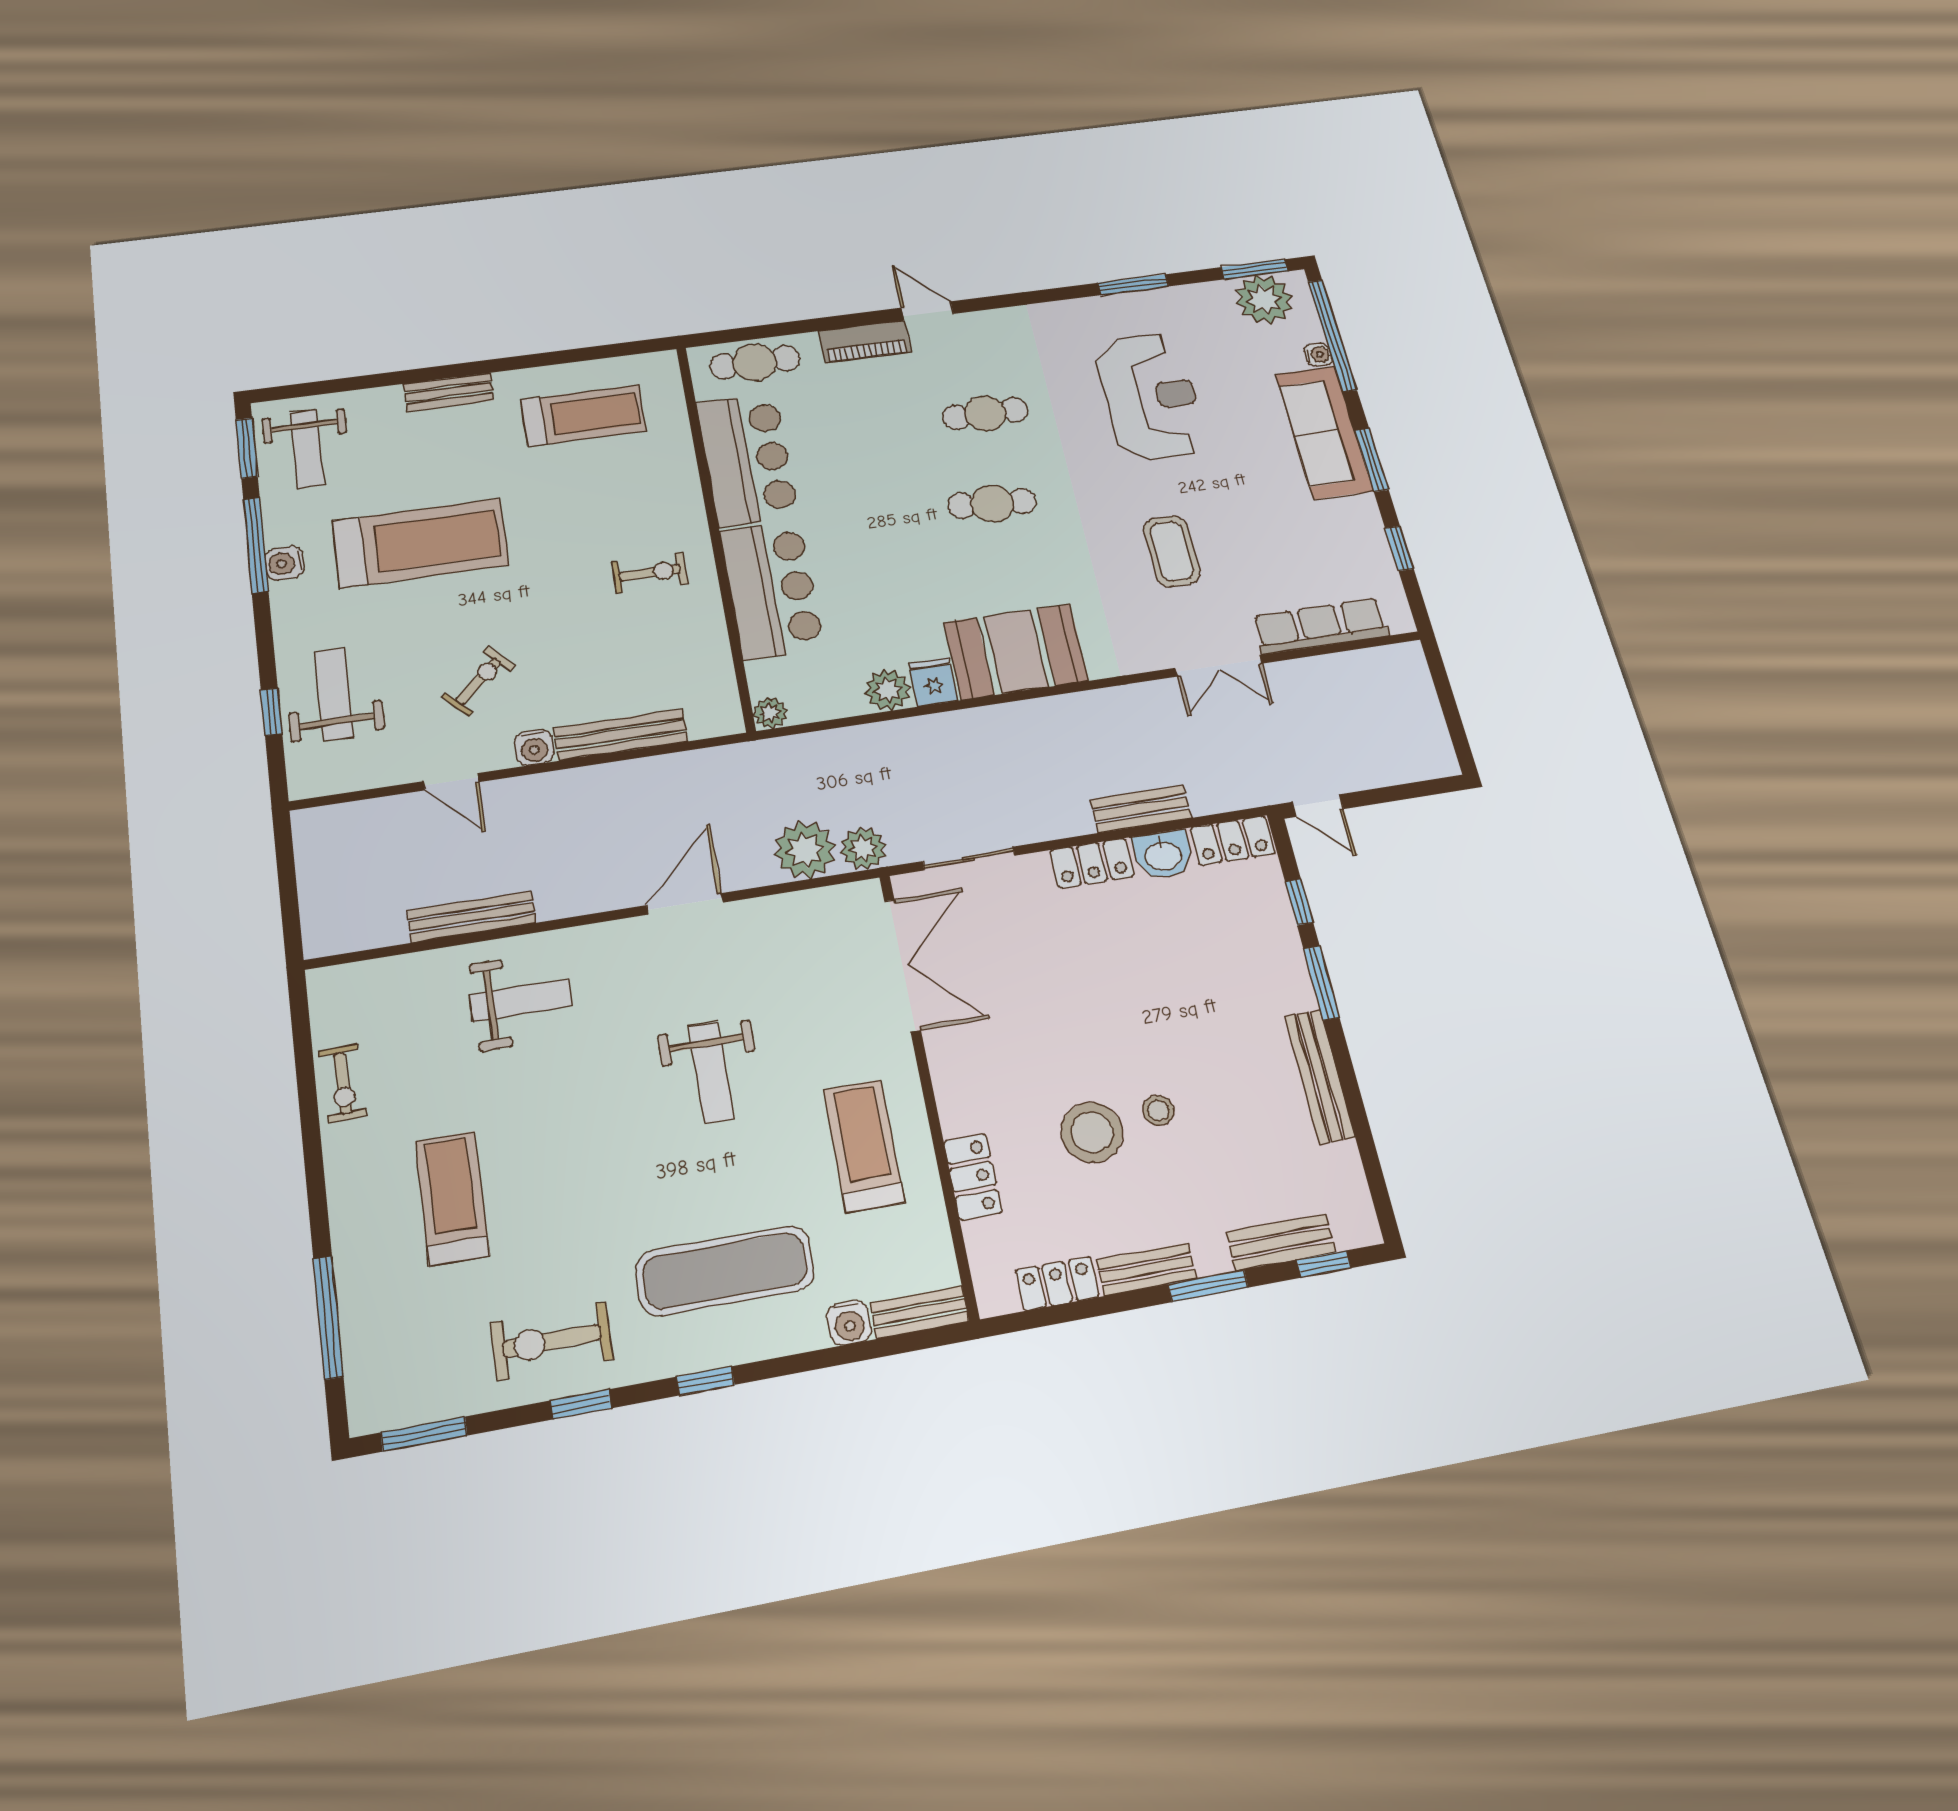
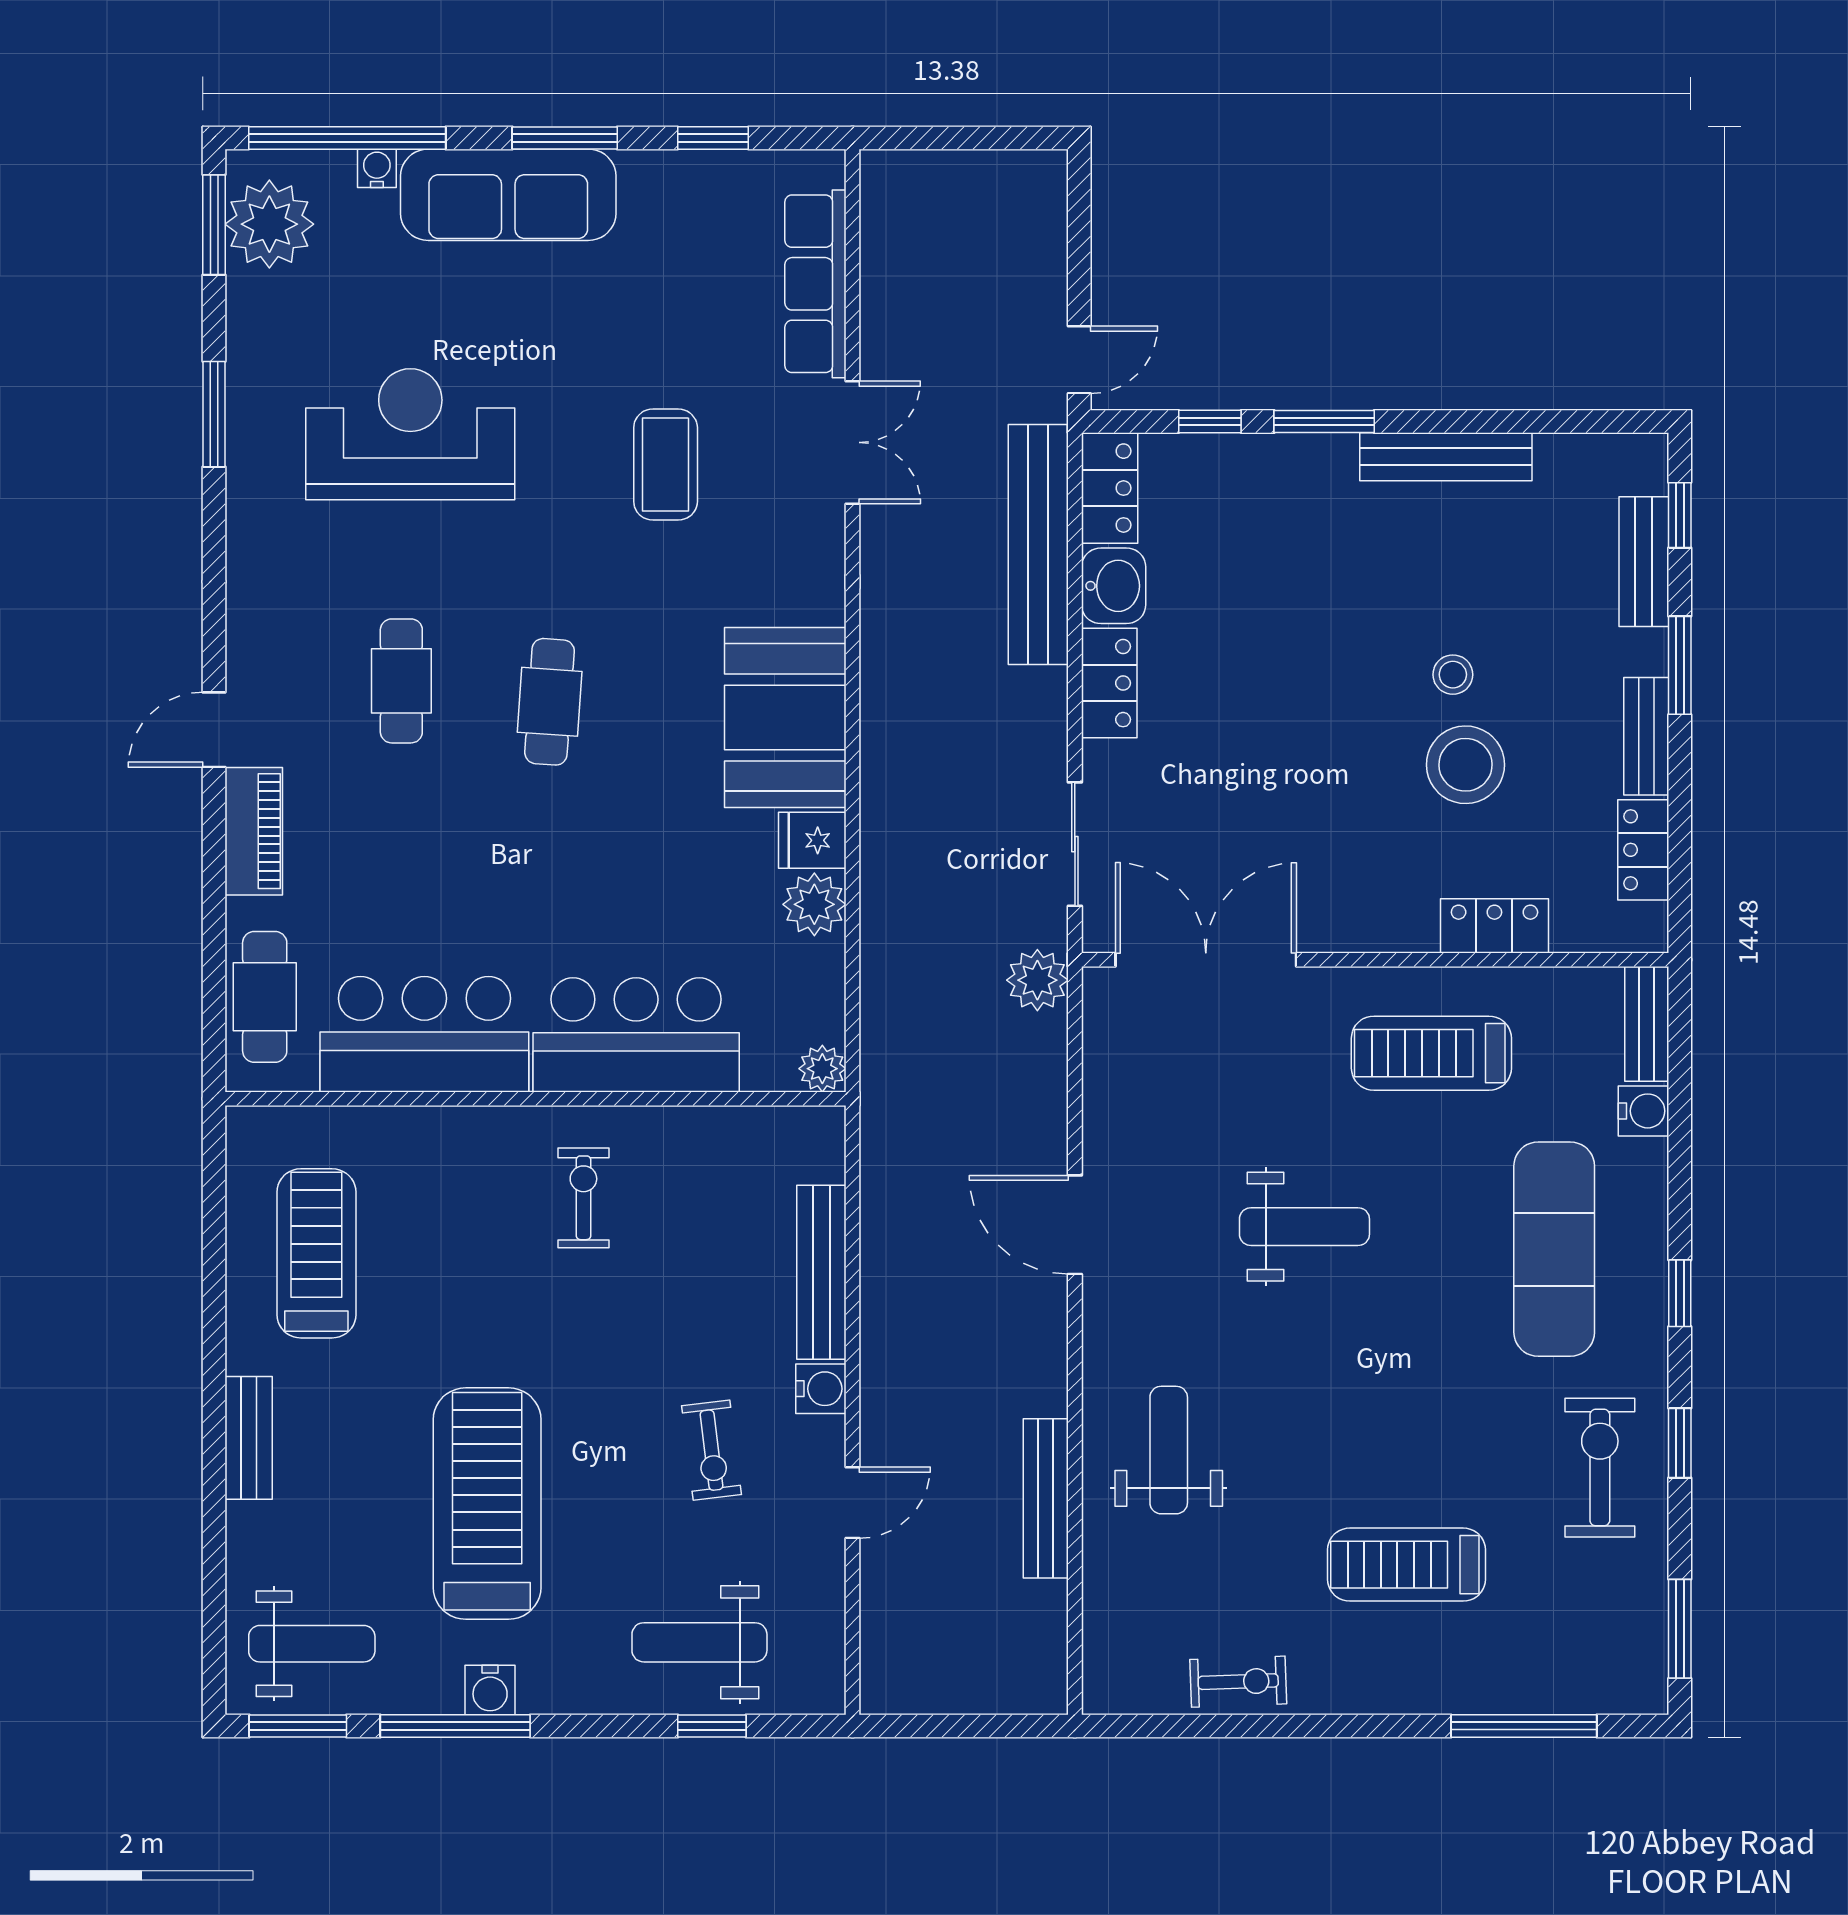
coffee table: (1172, 551) -> (666, 465), turned 90
exercise bike: (478, 681) -> (711, 1450), turned -144
bench: (1141, 809) -> (1038, 544), width x1.86, depth x1.21
plant: (805, 850) -> (1027, 1057), removed
exercise bike: (552, 1341) -> (1600, 1468), turned 180

